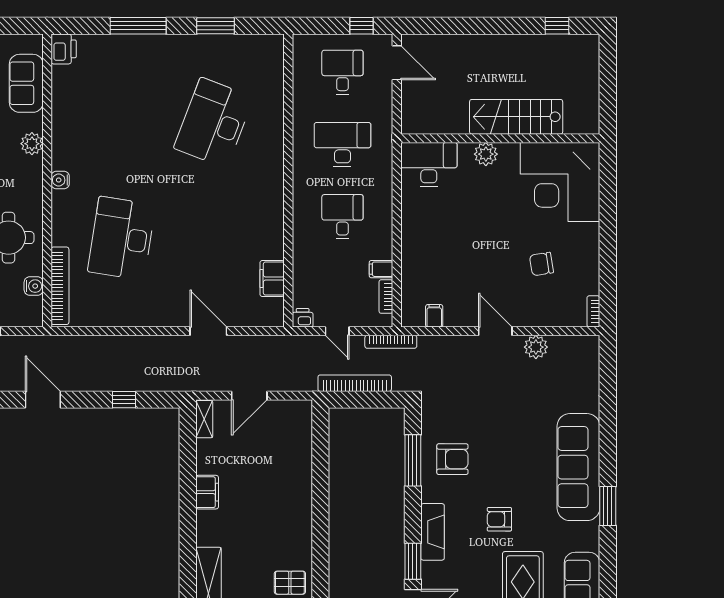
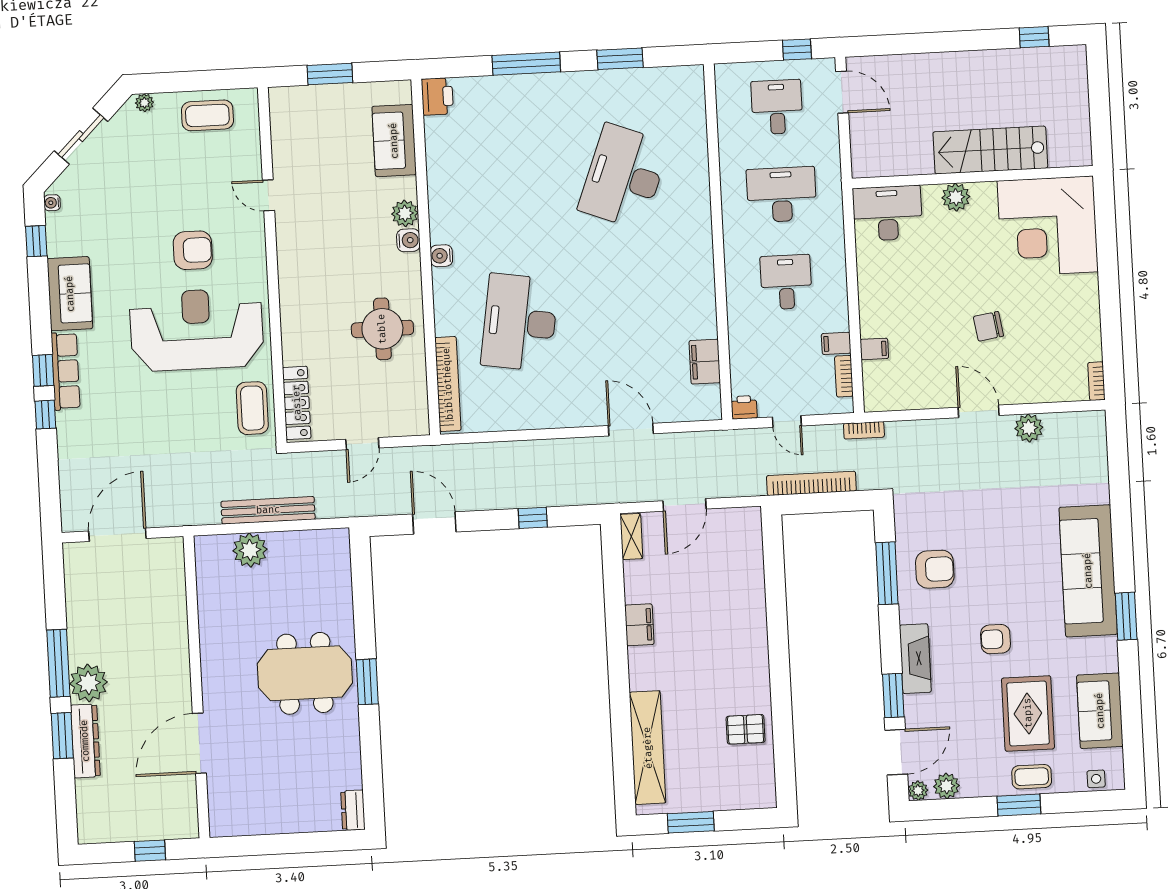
chair: (541, 264) -> (988, 326), moved
water cooler: (34, 286) -> (408, 240), moved
filing cabinet: (434, 316) -> (874, 349), moved, turned 90
bookcase: (391, 342) -> (864, 430), width x0.64

